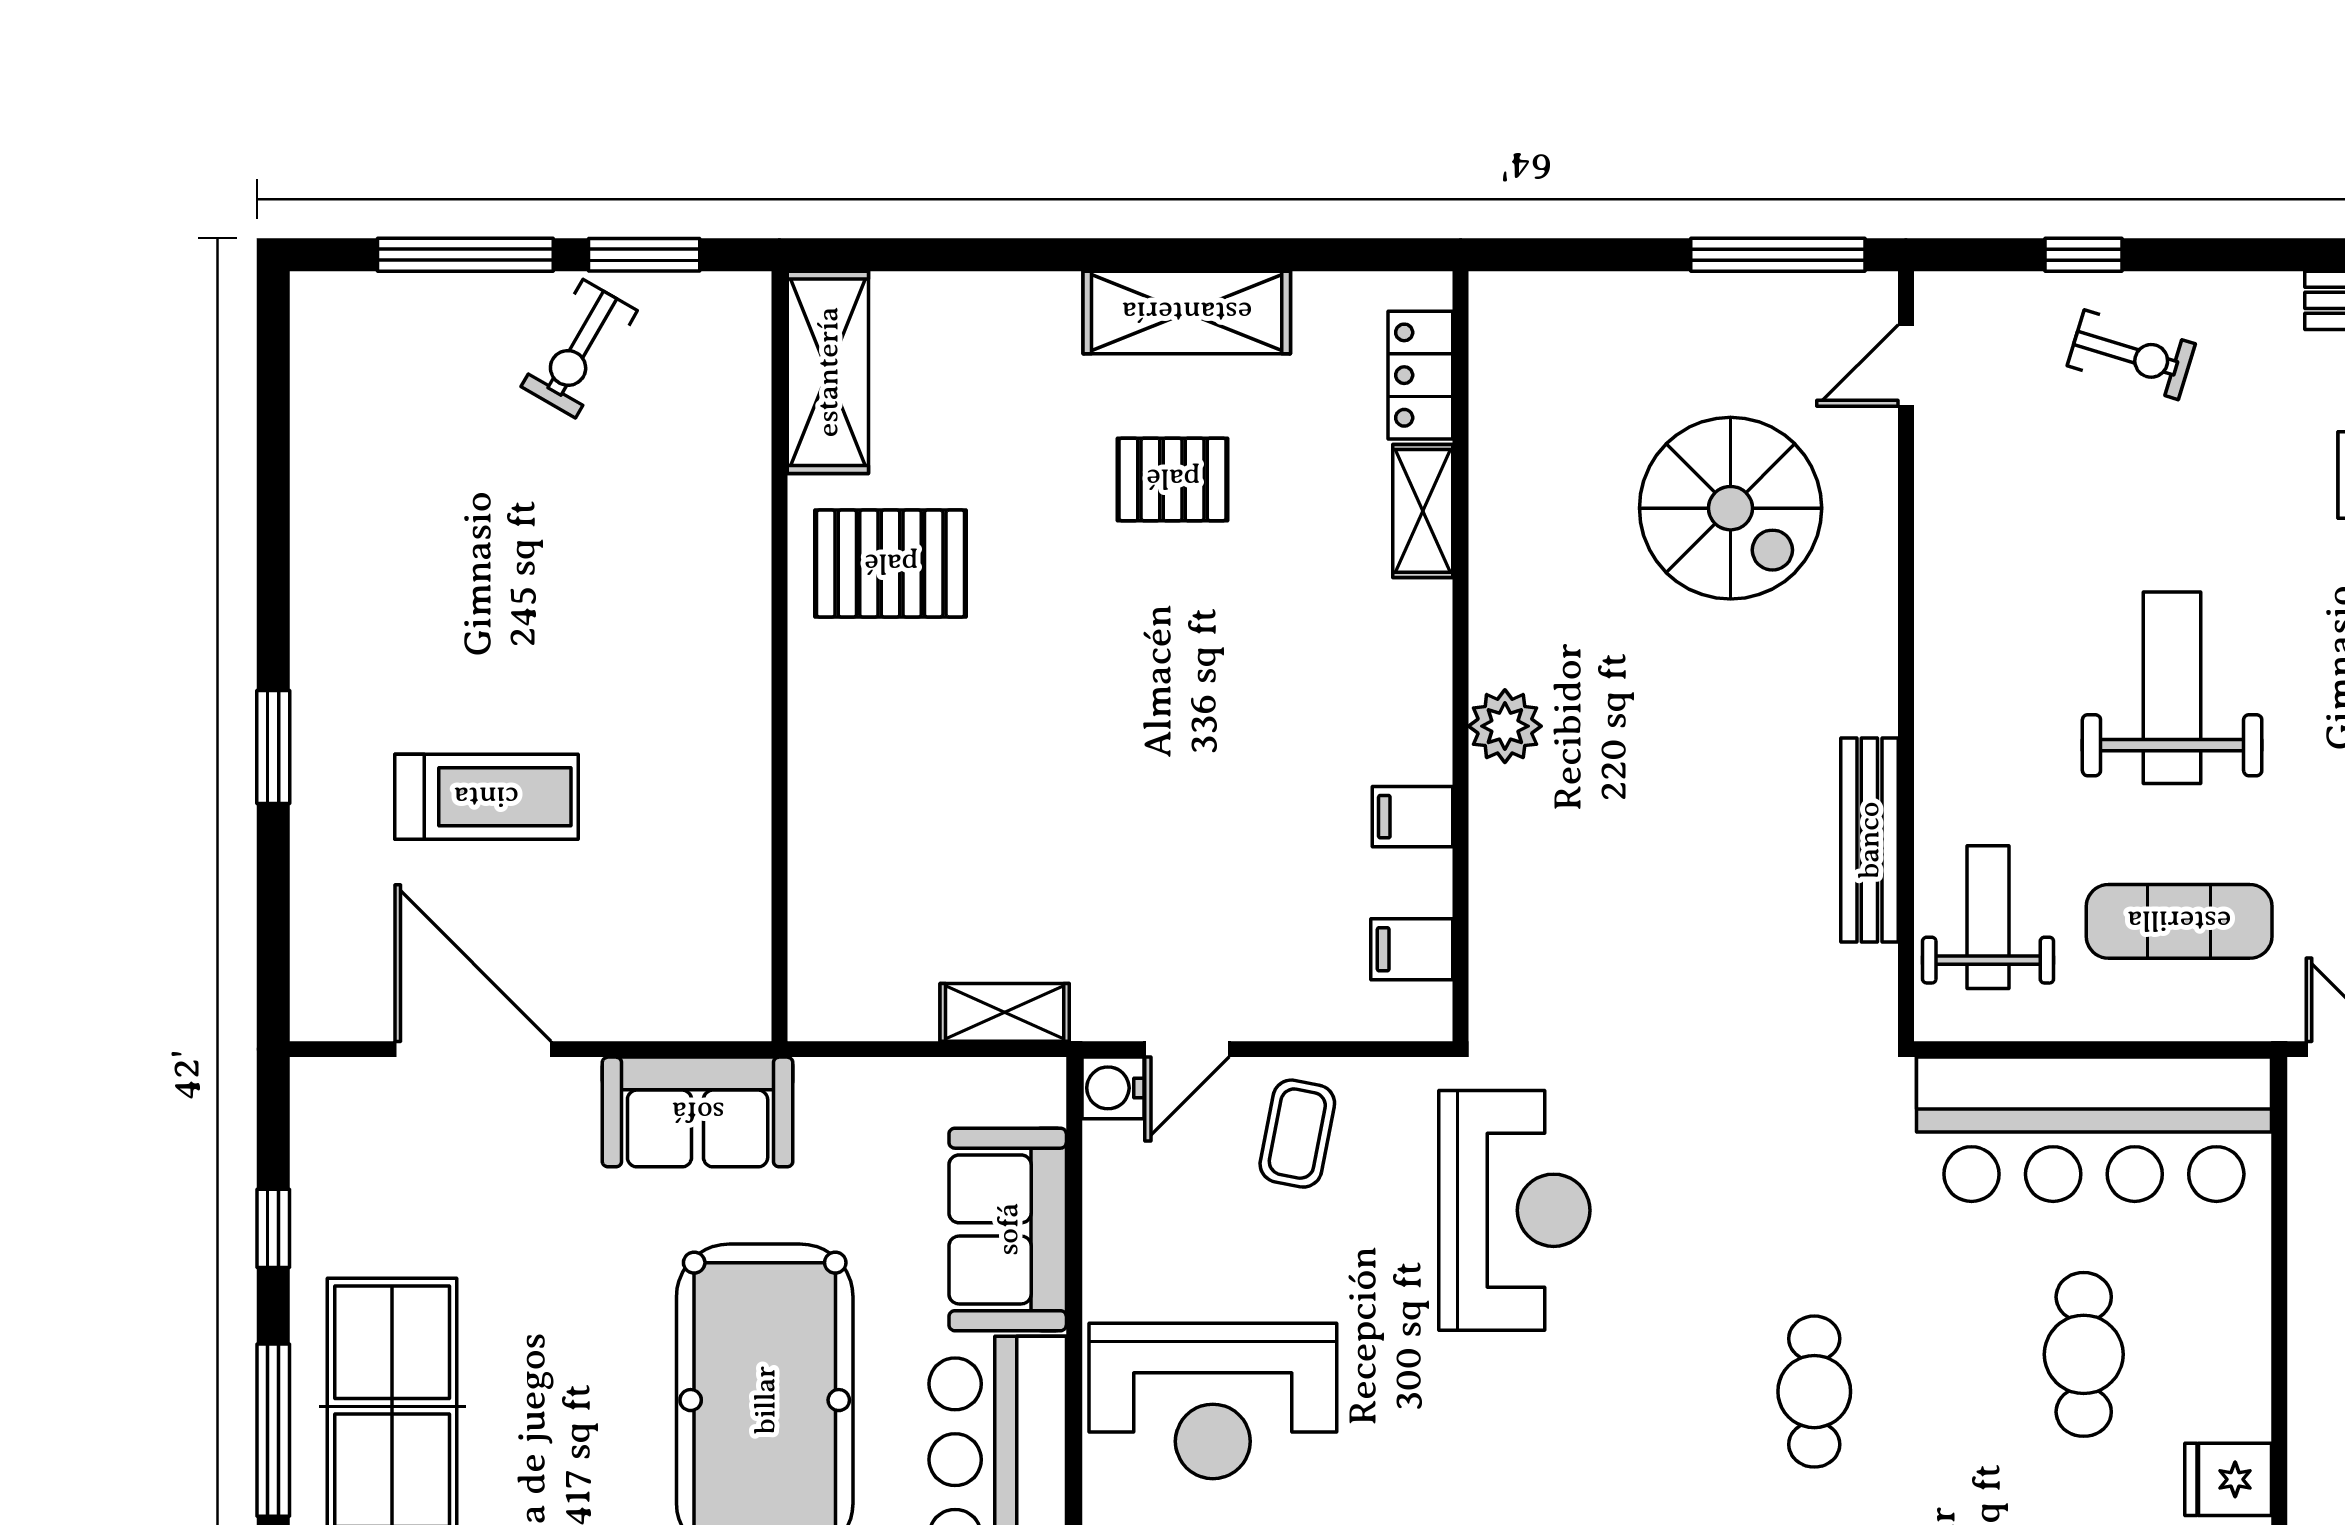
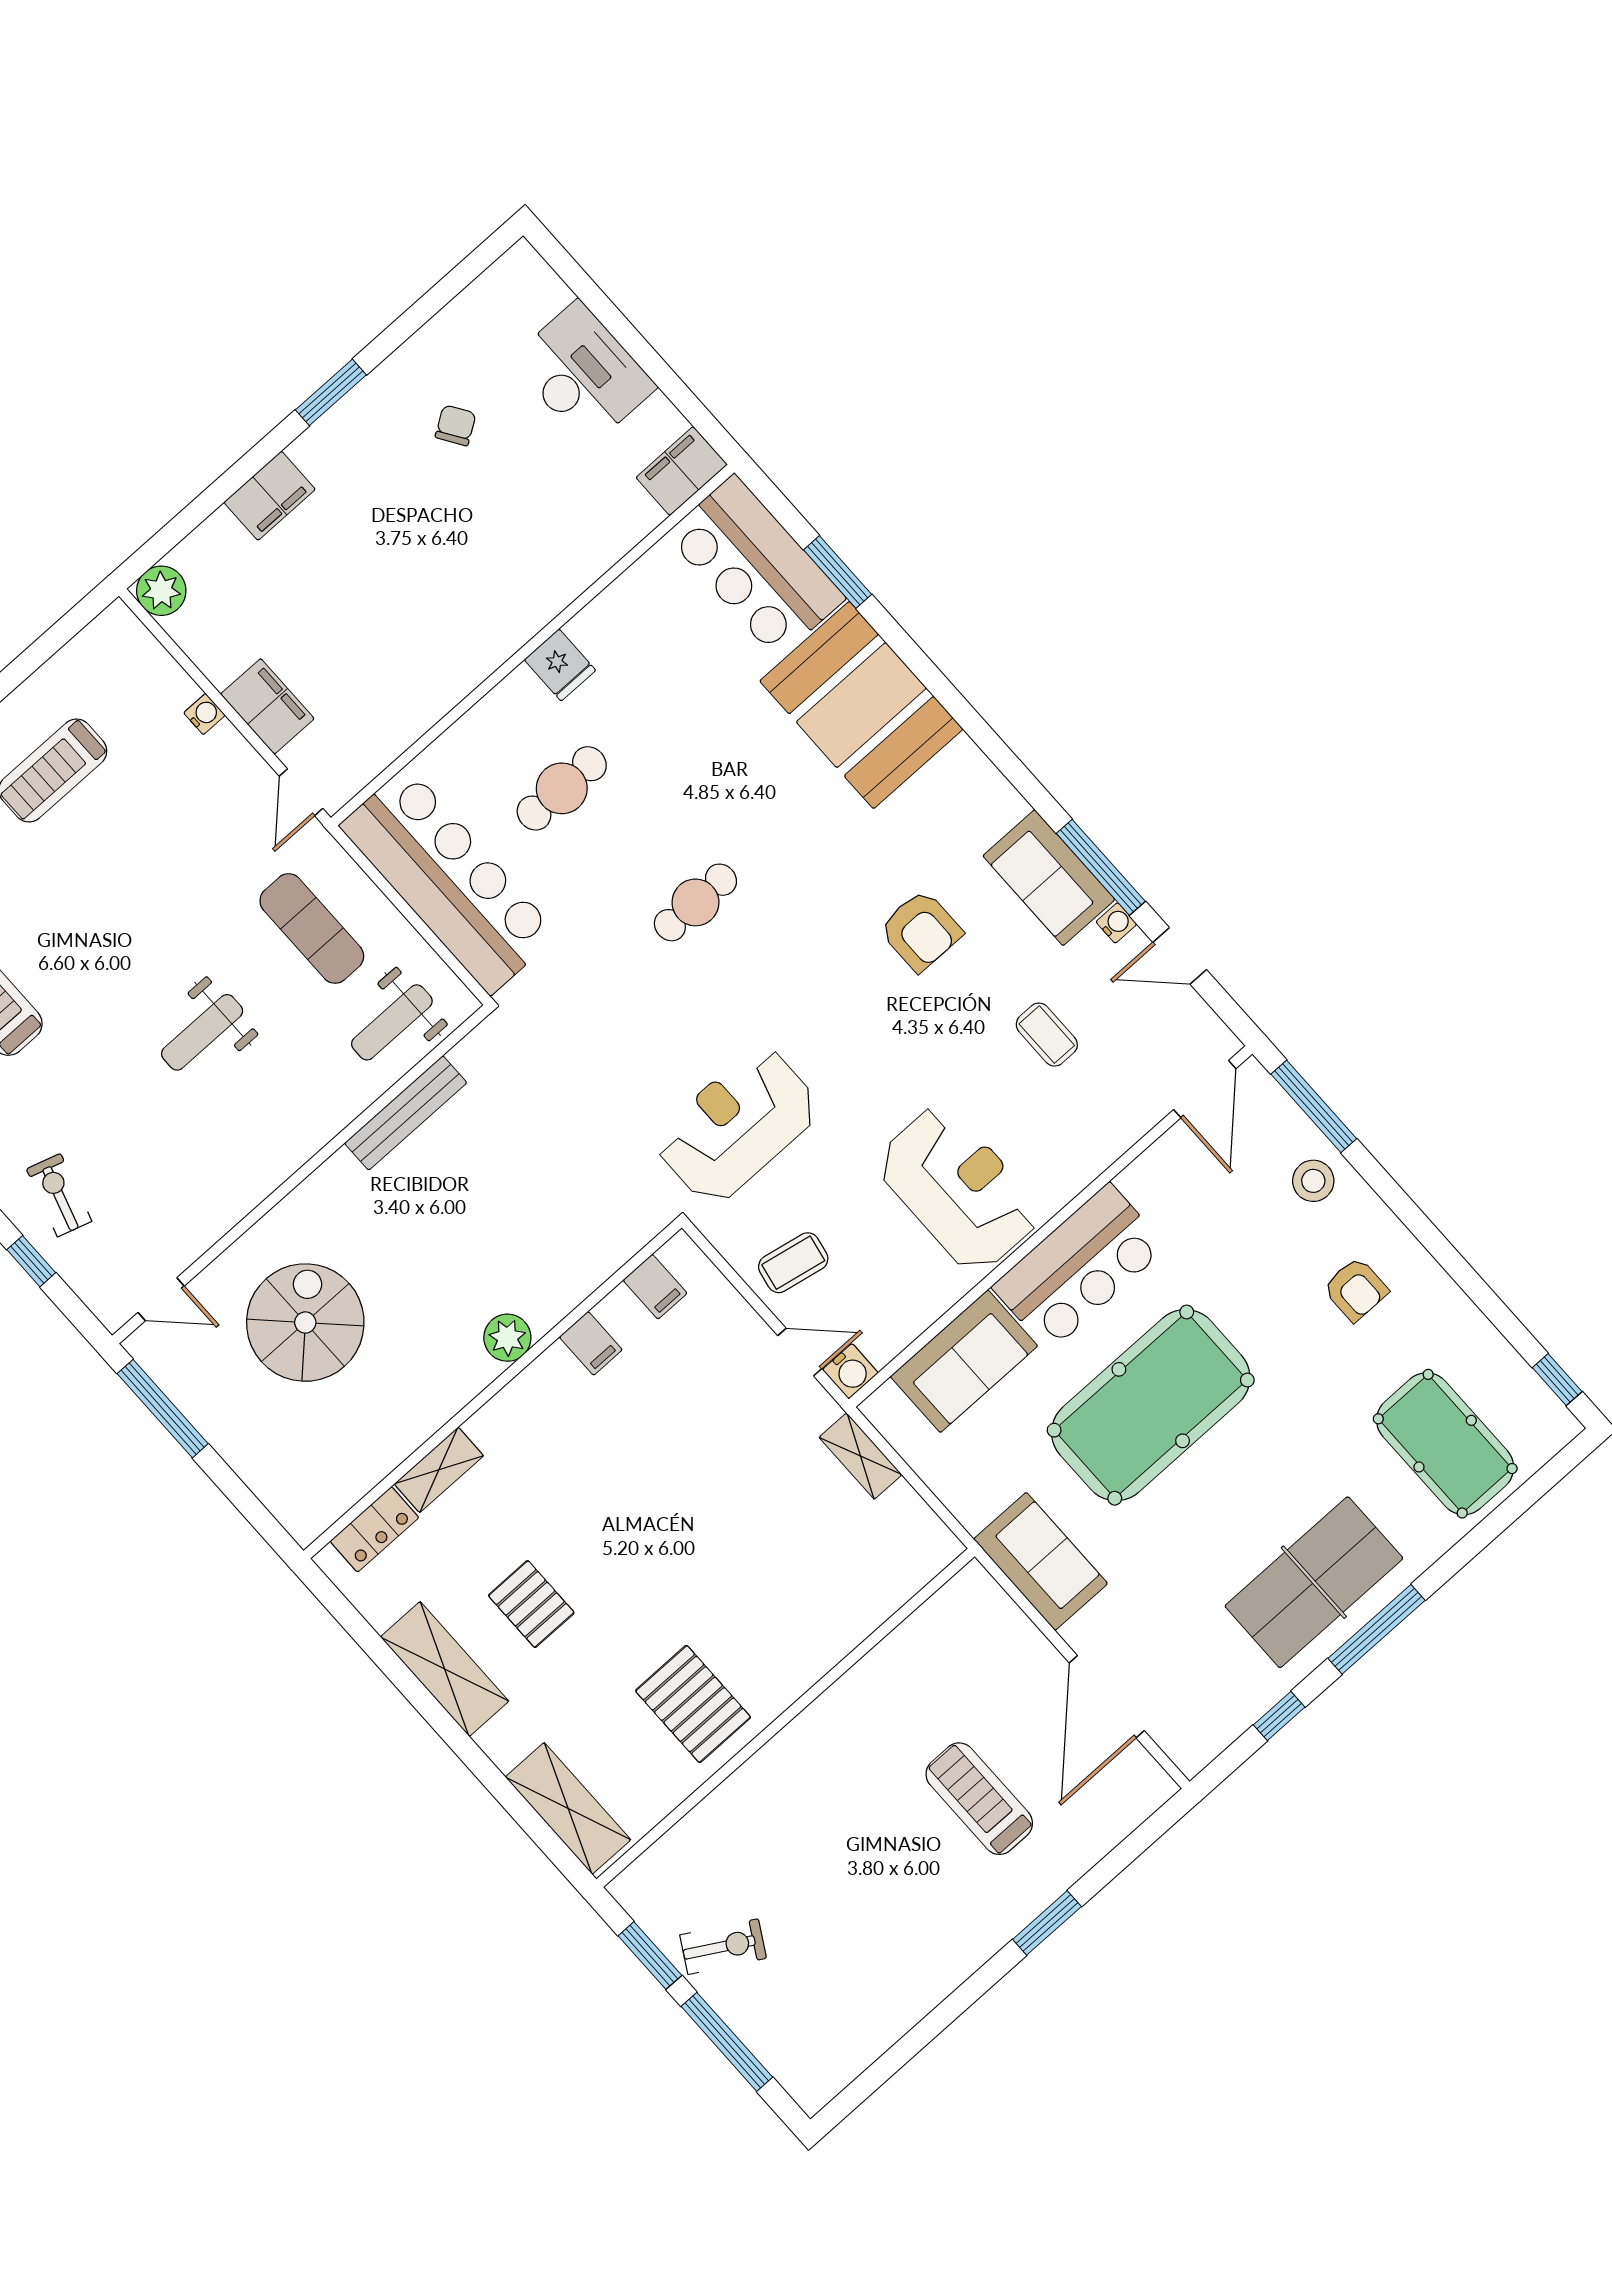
shelving: (828, 372) -> (568, 1808), moved, turned 90
weight bench: (2172, 688) -> (202, 1032), width x0.73, depth x0.75

